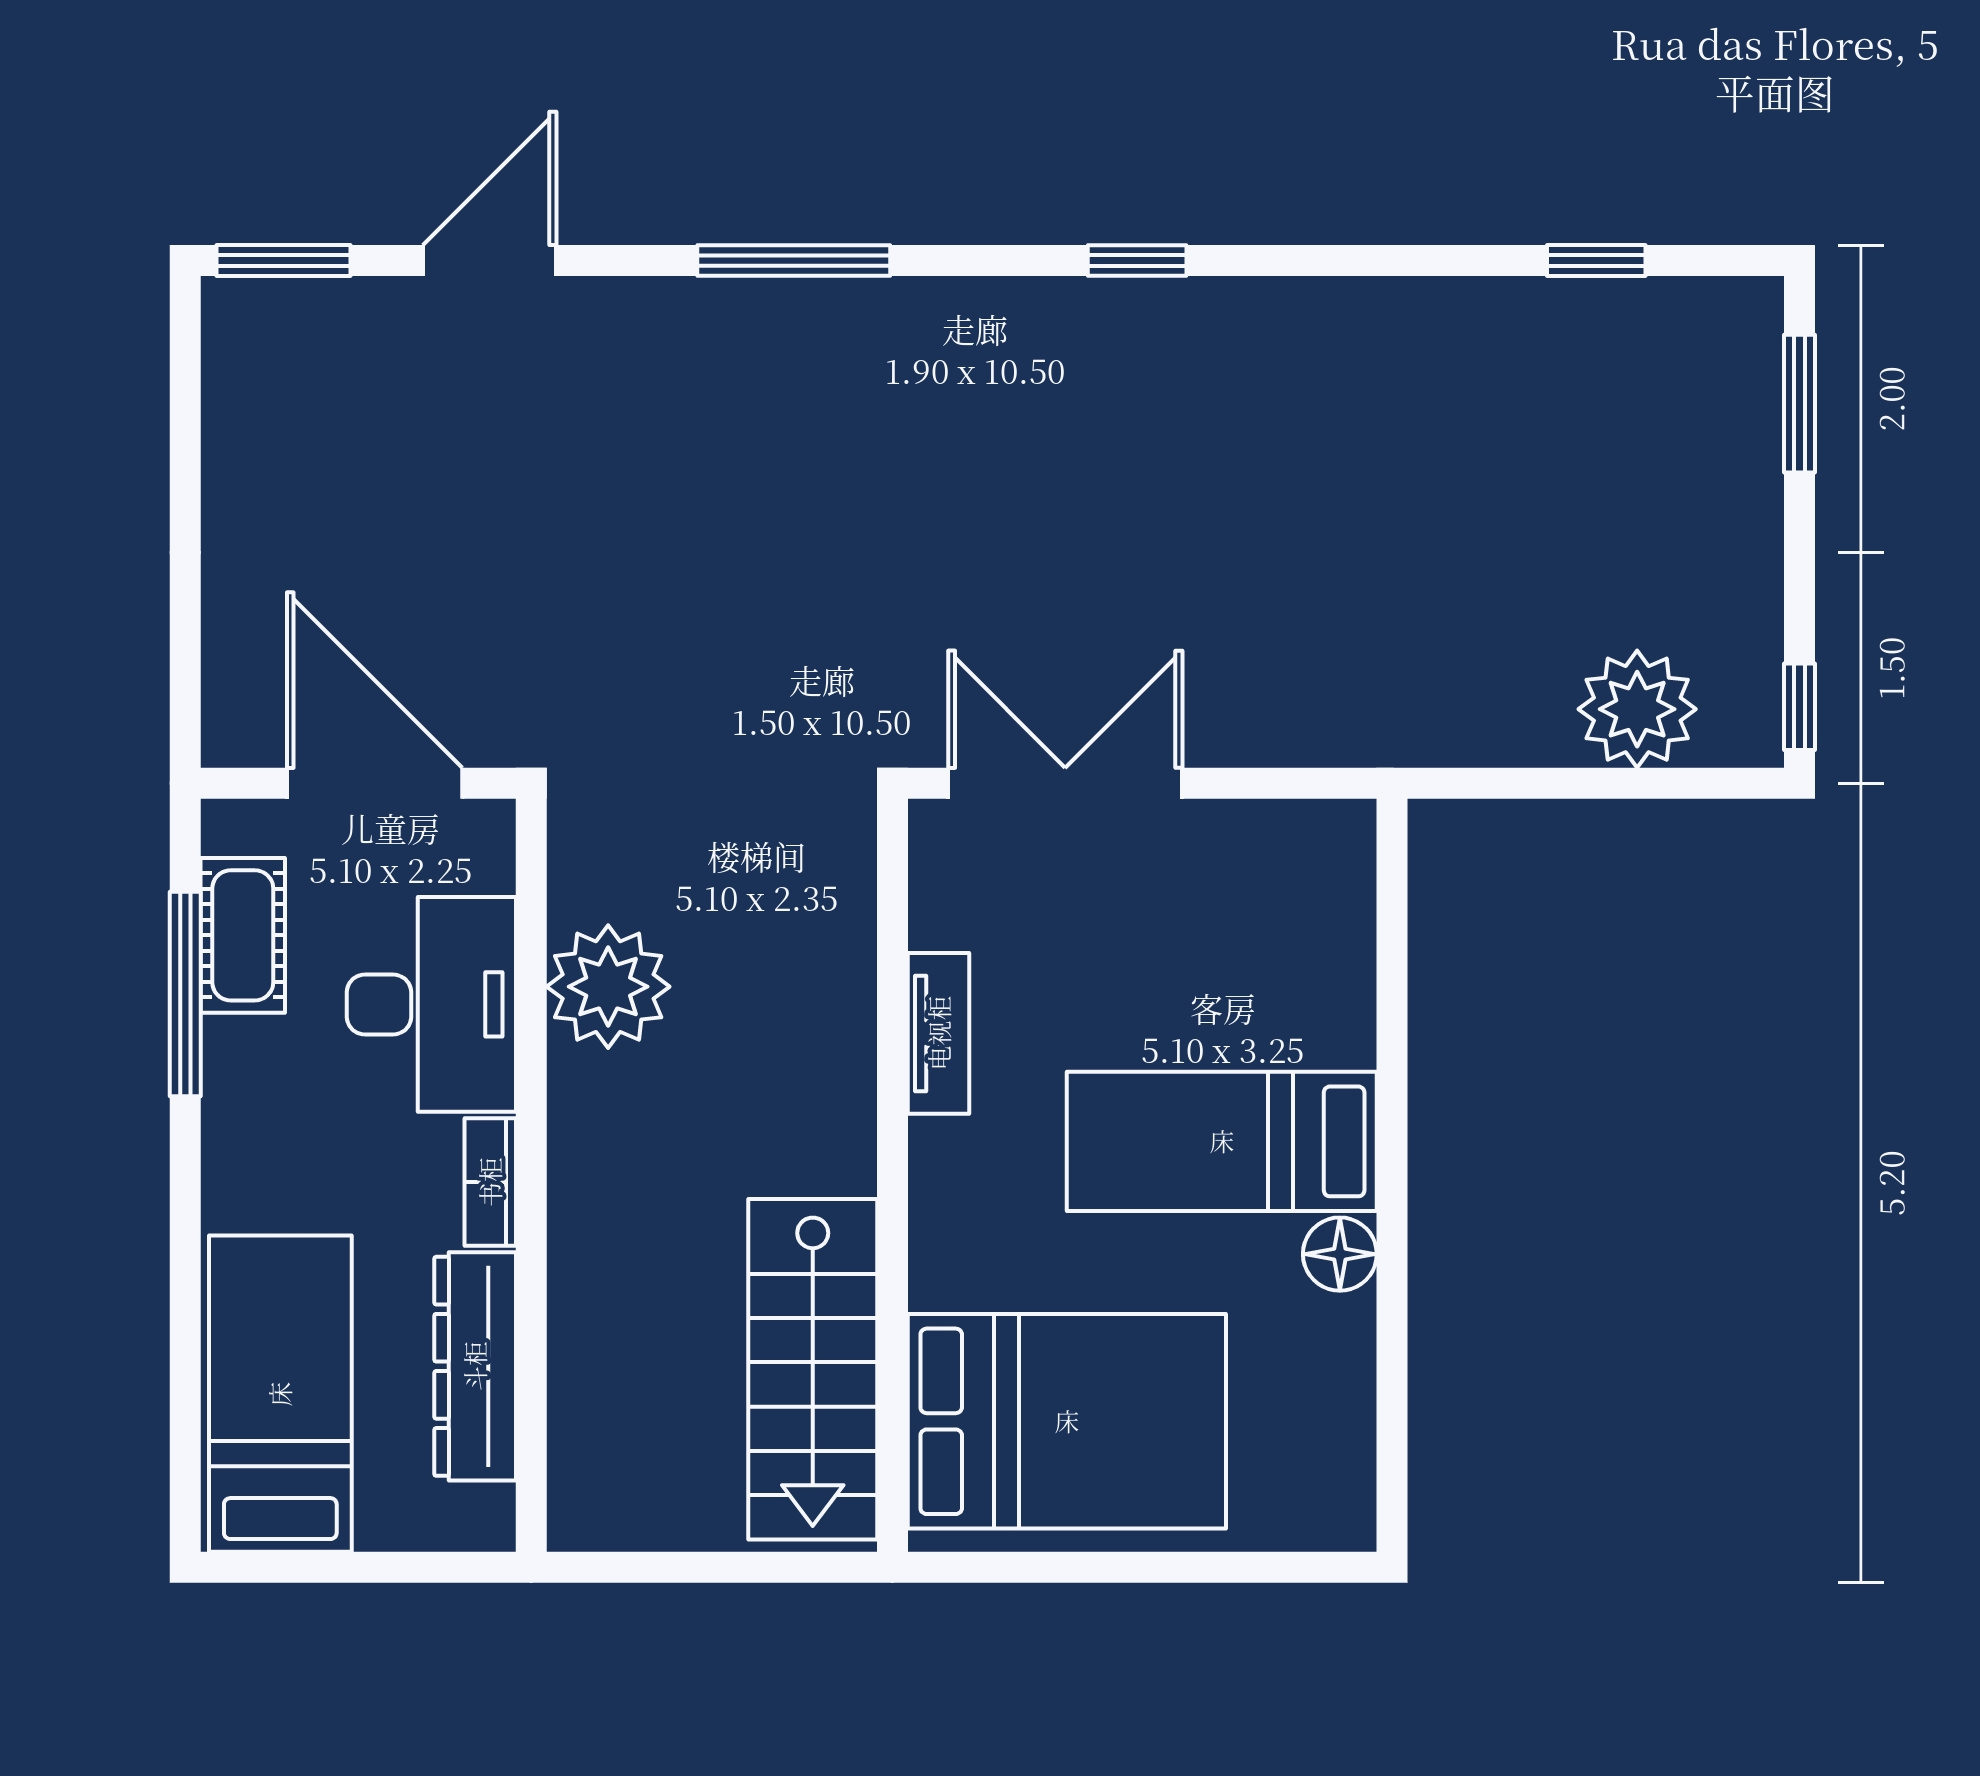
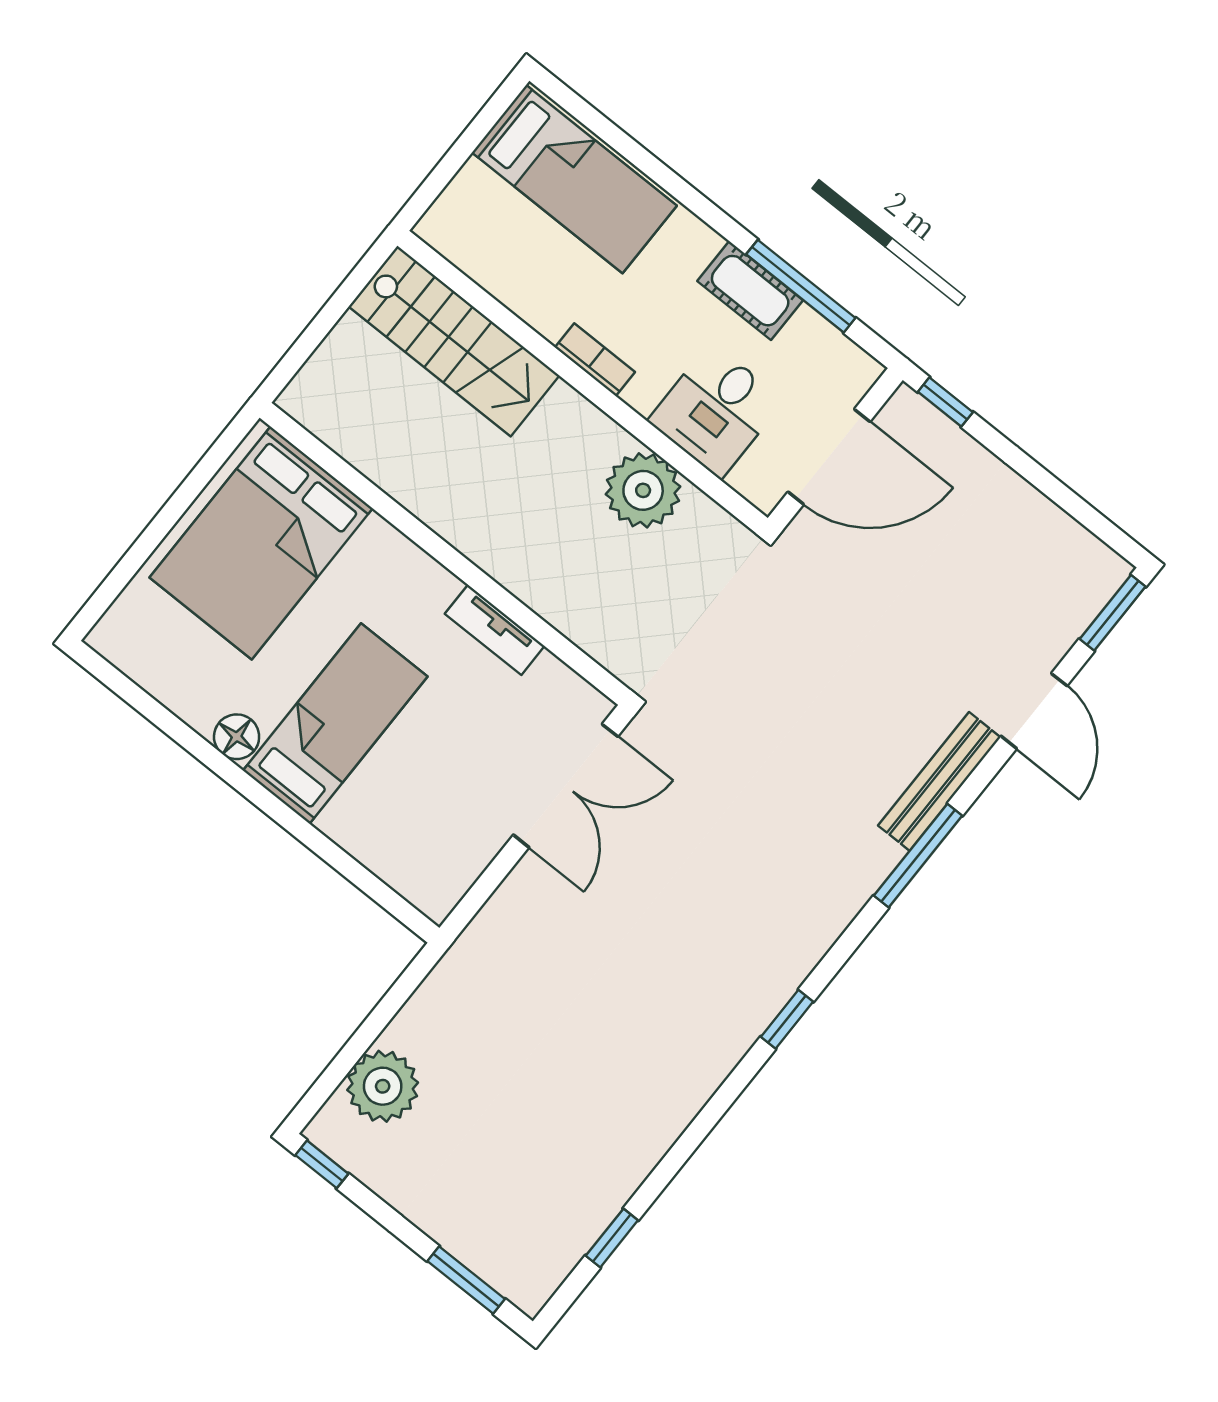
bench: (677, 309) -> (939, 781), added
window: (185, 691) -> (945, 402), added
cot: (243, 935) -> (750, 291), moved
desk: (431, 1004) -> (716, 411), width x0.73
dresser: (475, 1366) -> (513, 282), removed
stairs: (813, 1369) -> (454, 341), moved, turned 180

